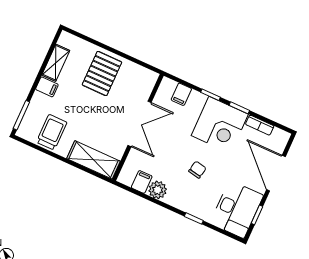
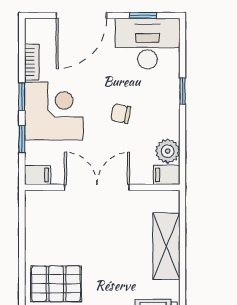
double door: (140, 124) -> (97, 187), moved
wall: (138, 127) -> (102, 187), moved

